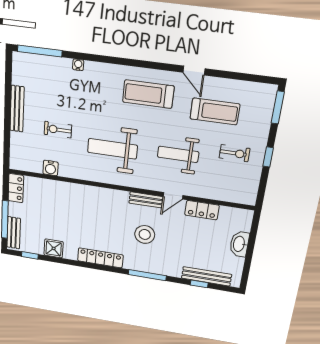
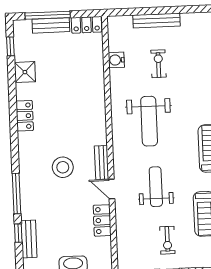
bench: (17, 109) -> (156, 20), moved
weight bench: (112, 149) -> (149, 121), turned 180
bench: (14, 233) -> (51, 25), moved
locker: (100, 258) -> (25, 116), width x0.66
window: (147, 275) -> (17, 193), moved
bench: (207, 276) -> (29, 239), width x0.73

